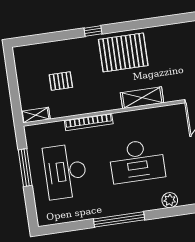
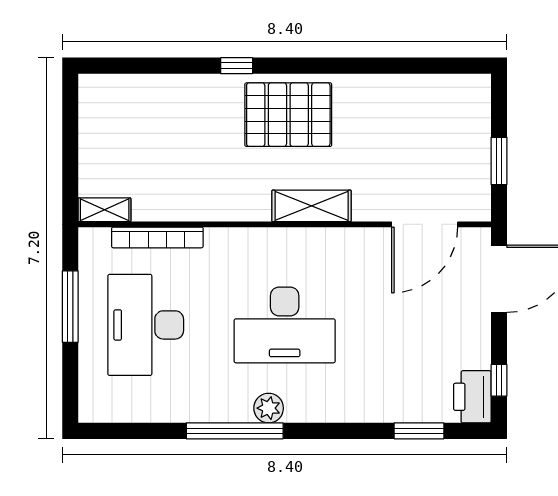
pallet: (61, 81) -> (162, 152), removed
bookcase: (89, 122) -> (157, 237), moved
plant: (170, 200) -> (269, 408), moved

